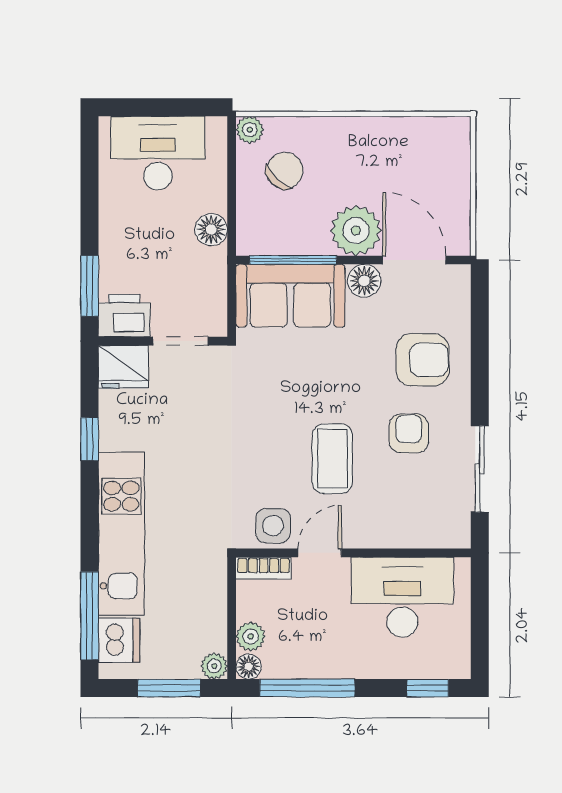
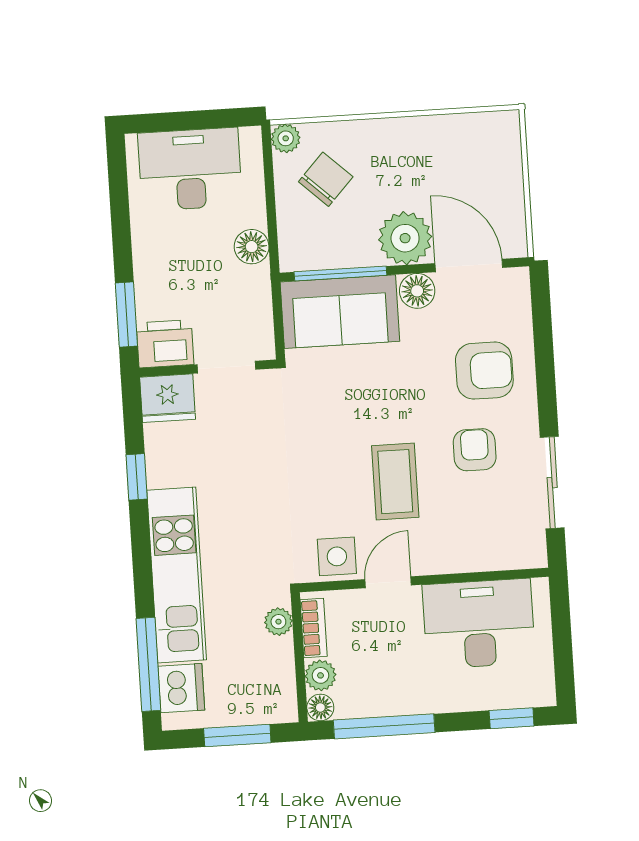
bookcase: (263, 568) -> (314, 628), moved, turned -90
plant: (214, 666) -> (278, 622), moved

